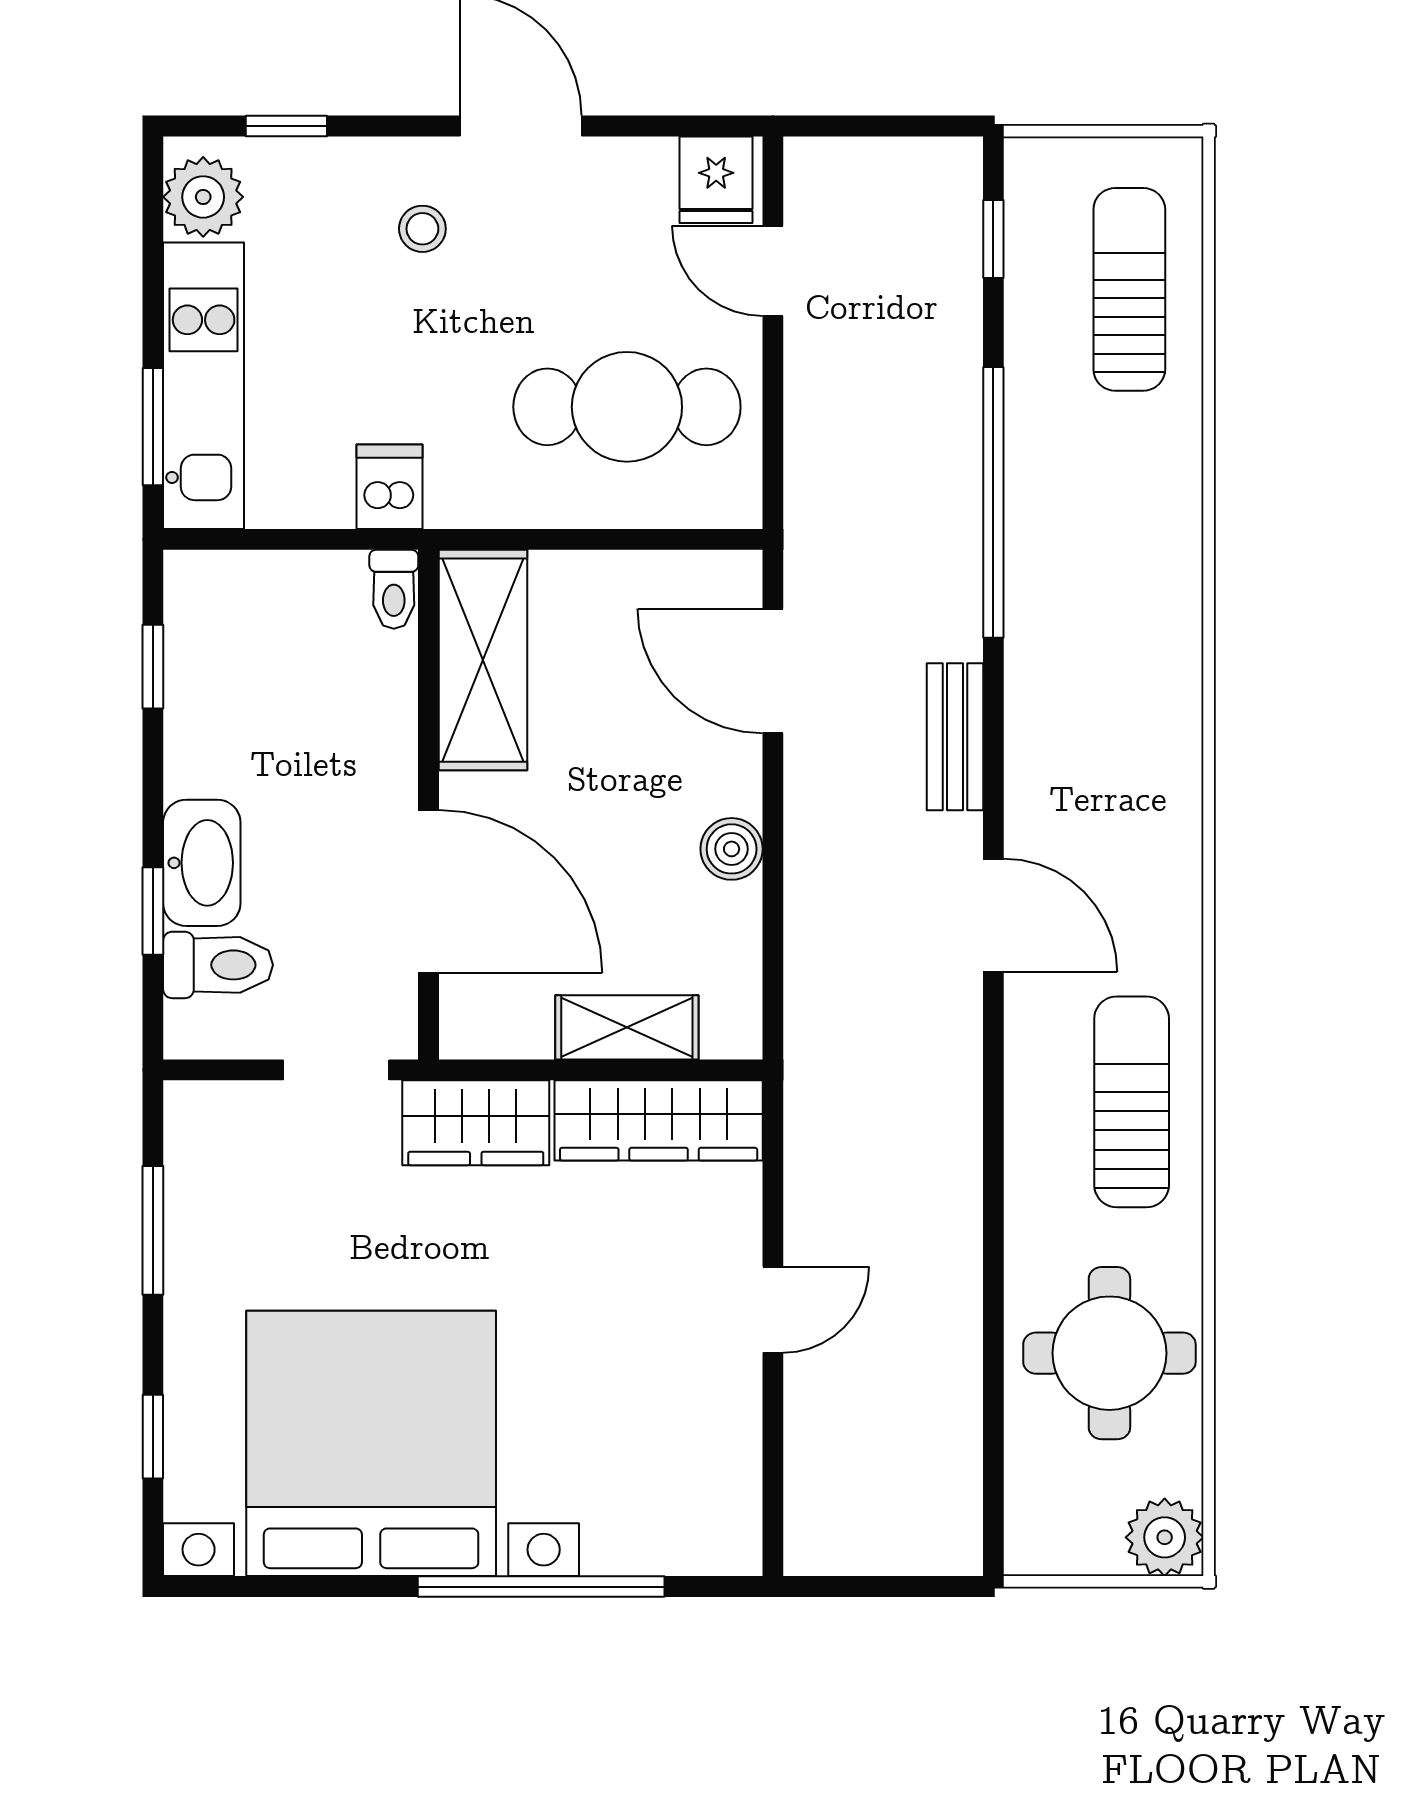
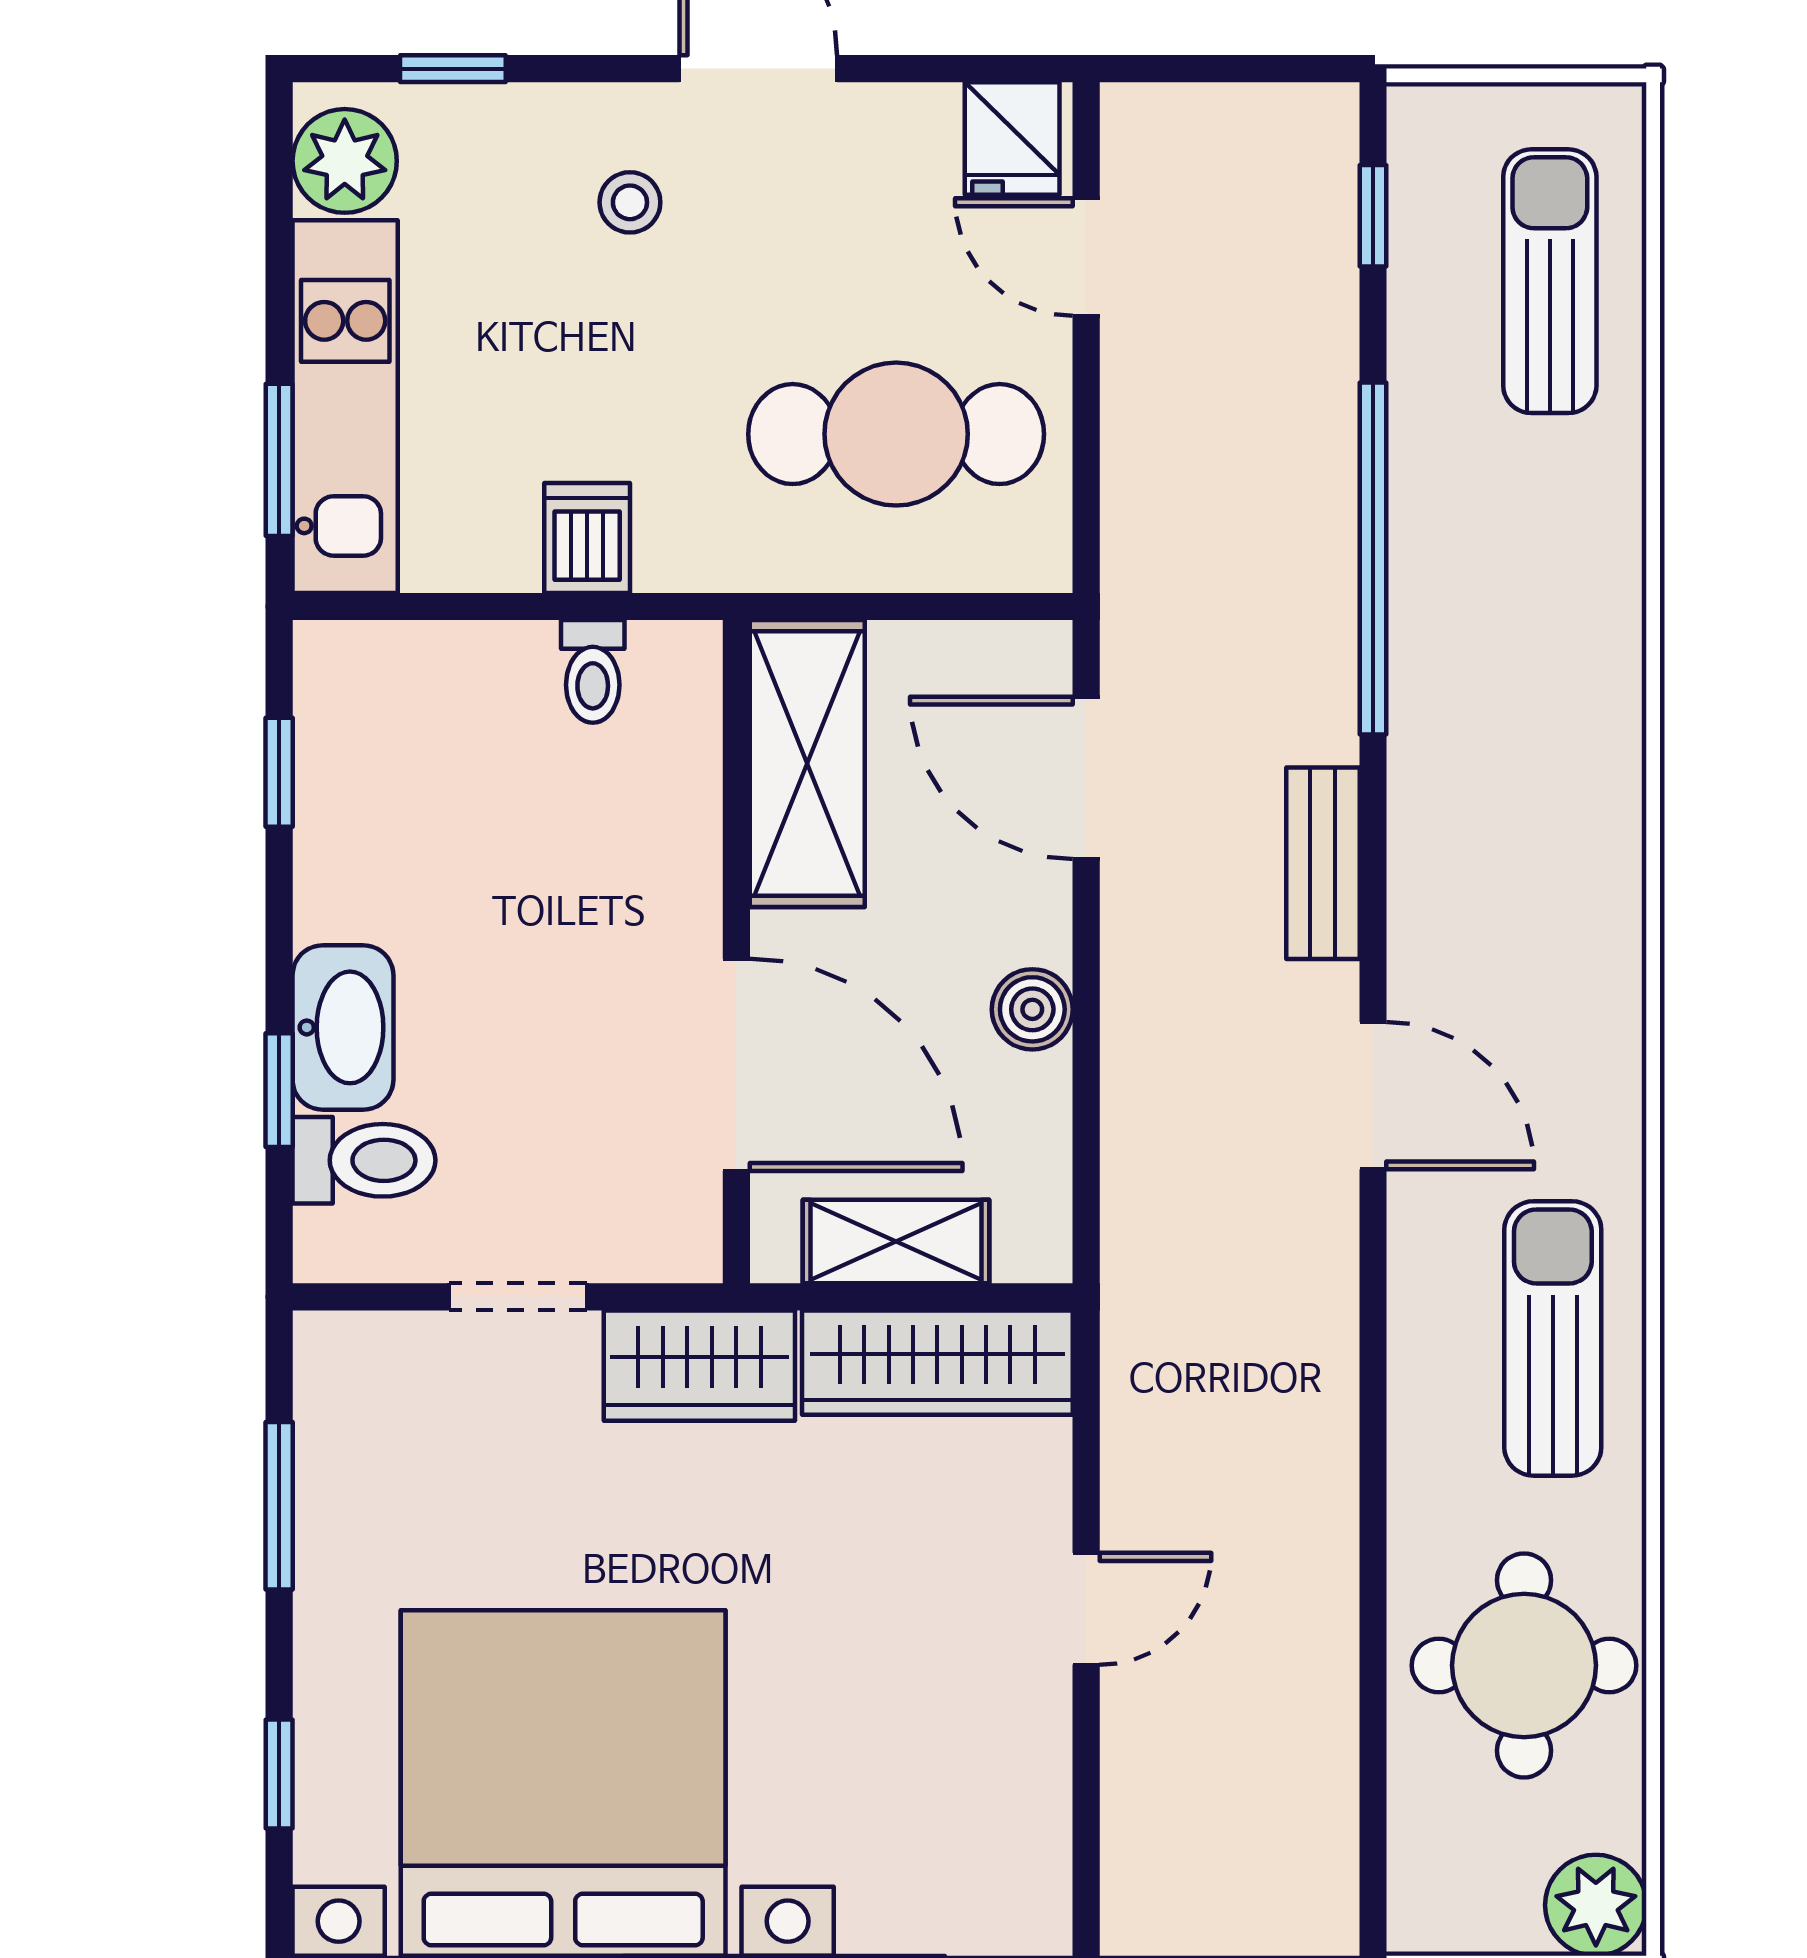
shelving: (483, 660) -> (807, 764), moved
wall: (428, 805) -> (736, 952), moved
door: (428, 892) -> (736, 1065), moved

